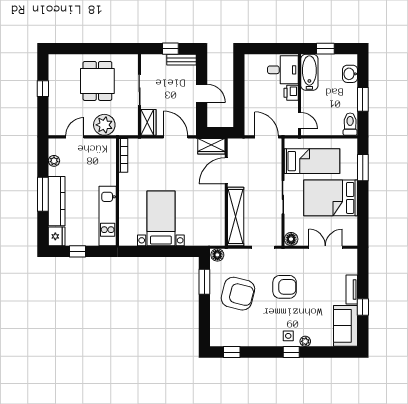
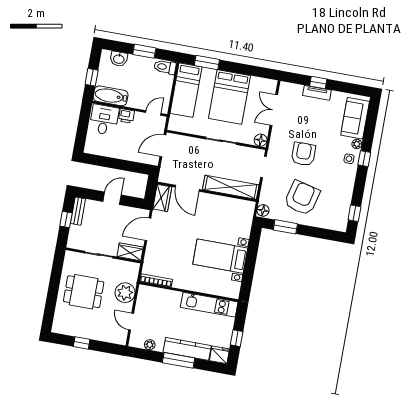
bed: (312, 161) -> (186, 90), moved, turned 180
window: (363, 307) -> (318, 83), moved
sofa: (345, 326) -> (355, 118), moved, turned 90

